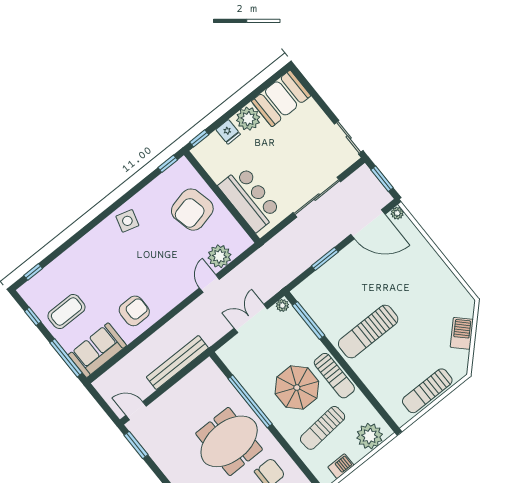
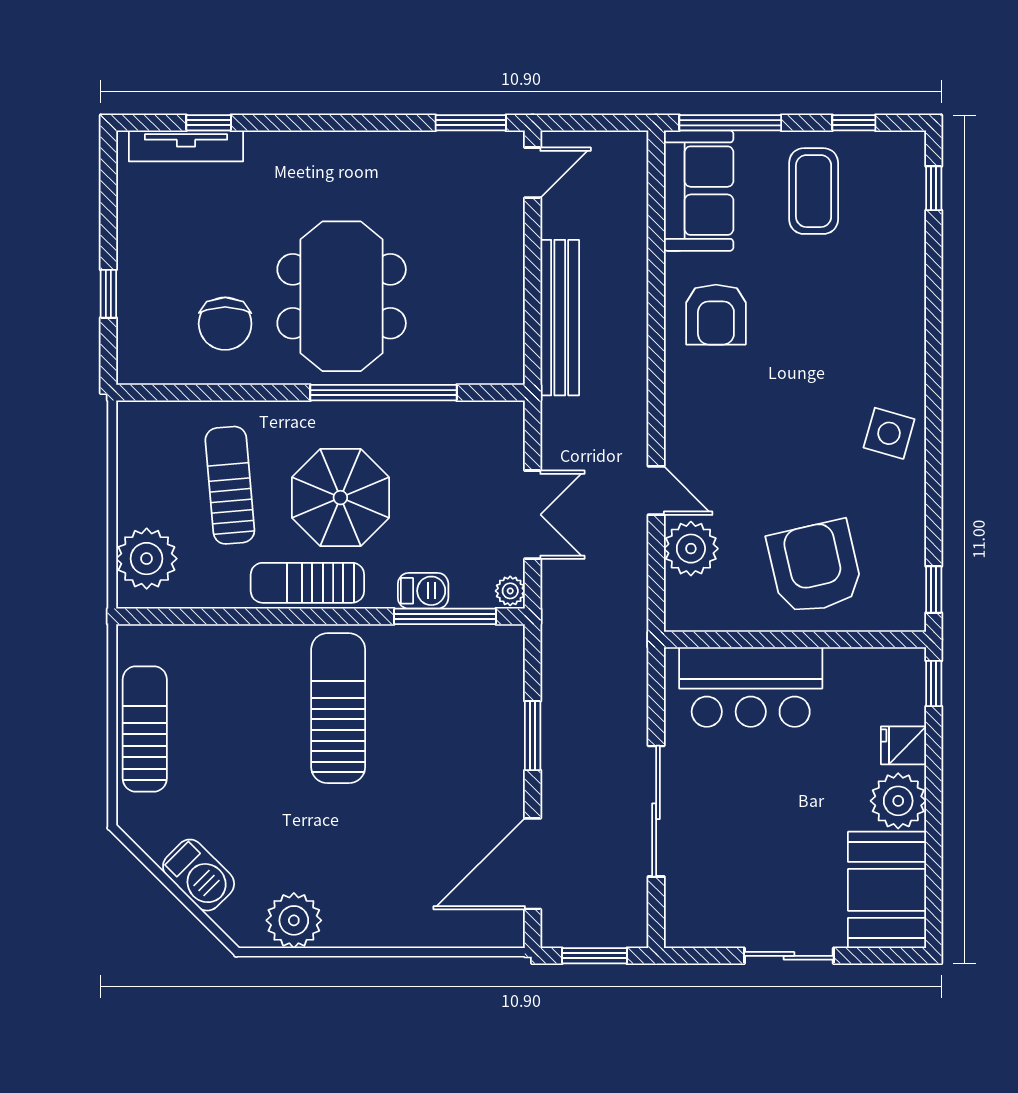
sliding door: (349, 137) -> (789, 956), moved
plant: (397, 213) -> (294, 920), moved, width x1.87, depth x1.87
barbecue: (341, 466) -> (423, 591), moved, turned -90

